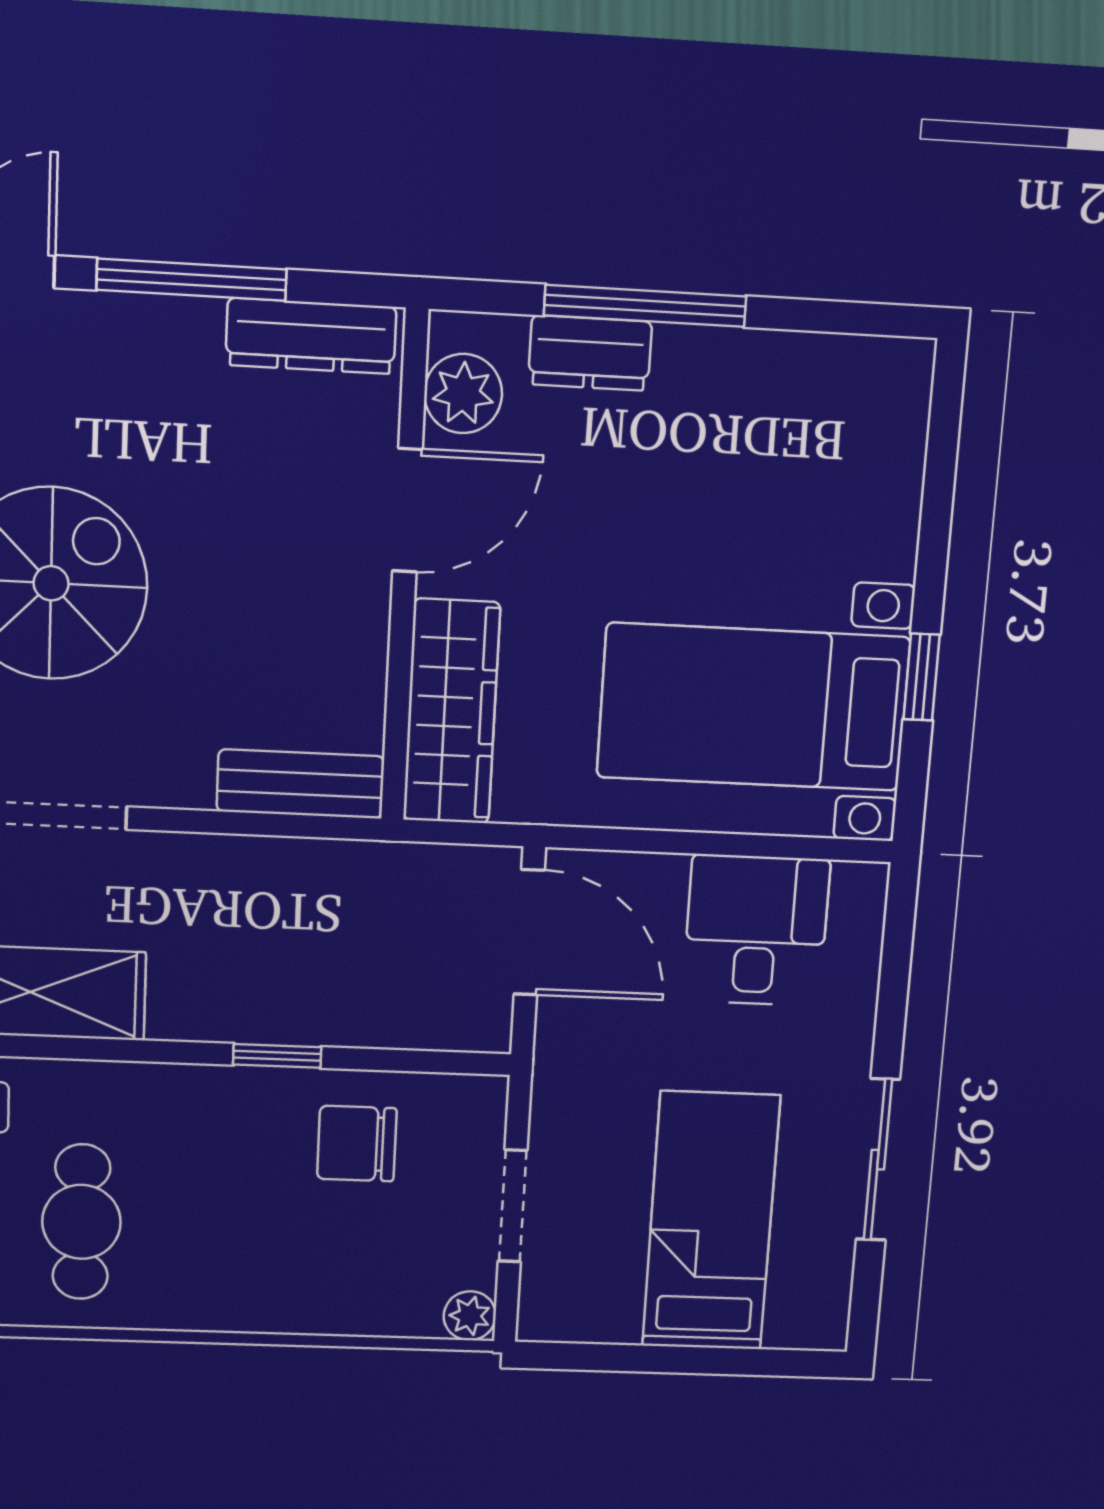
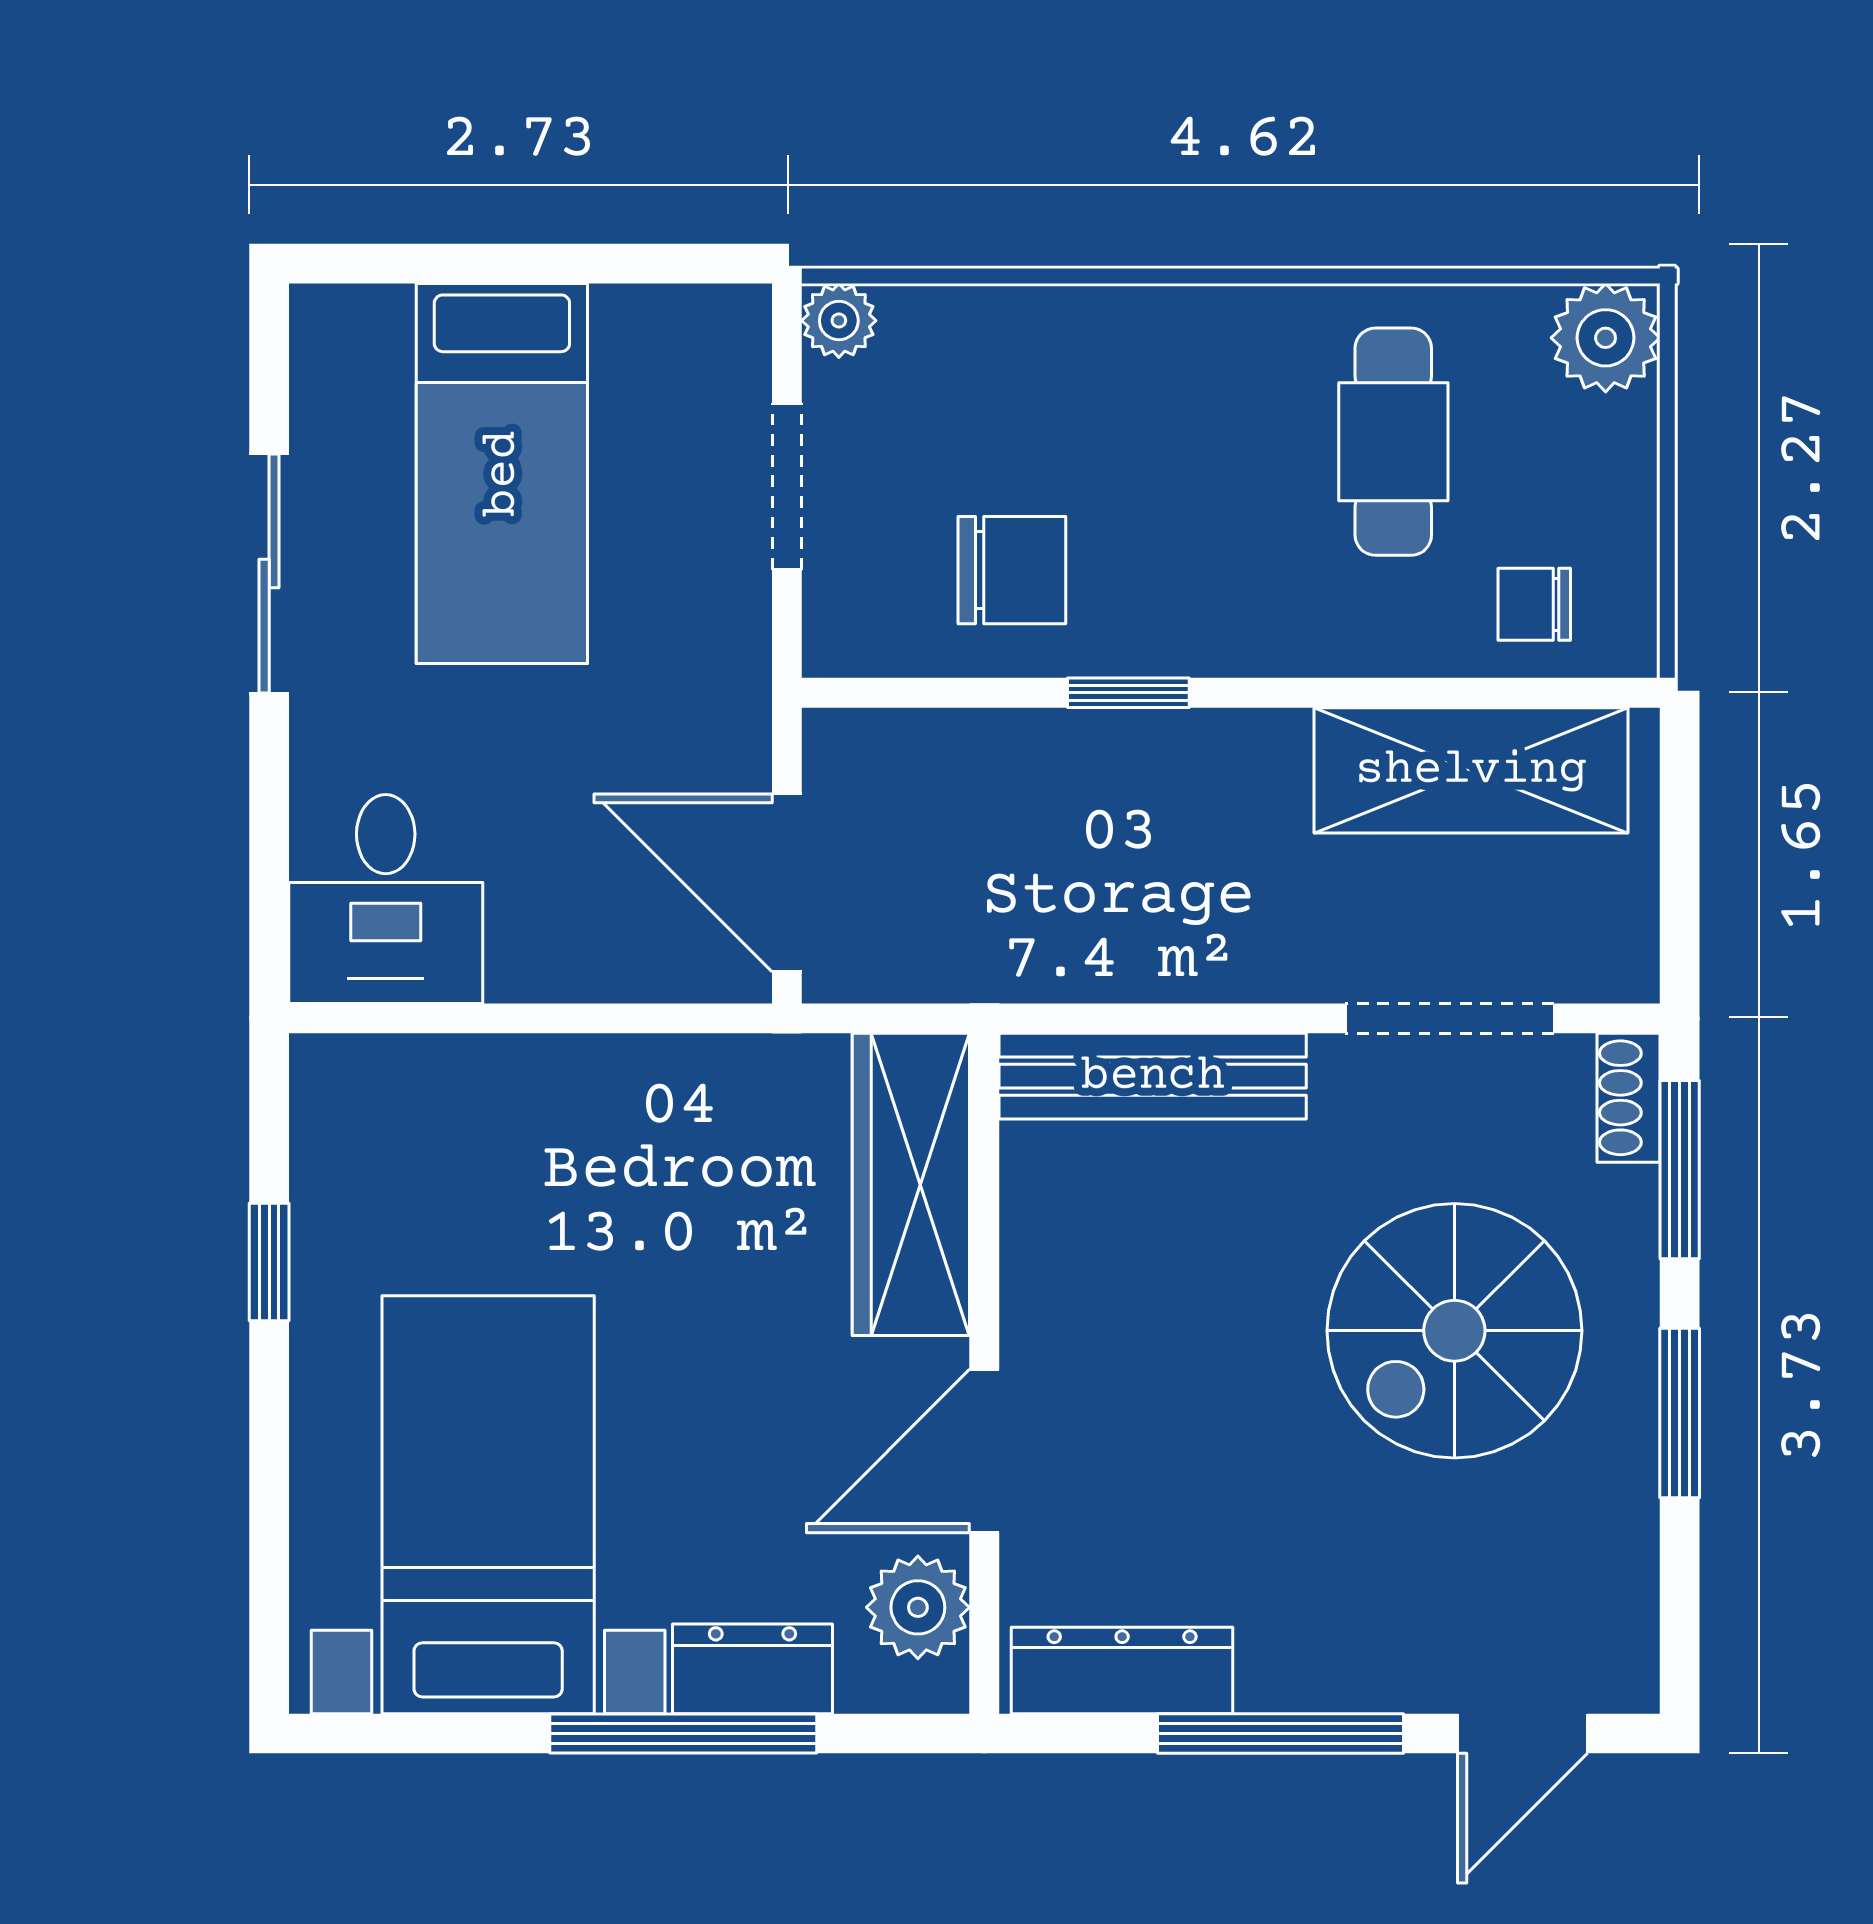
bed with nightstands: (753, 707) -> (488, 1505), moved, turned -90
bench: (300, 784) -> (1153, 1076), width x1.36
desk: (756, 930) -> (386, 899), moved

